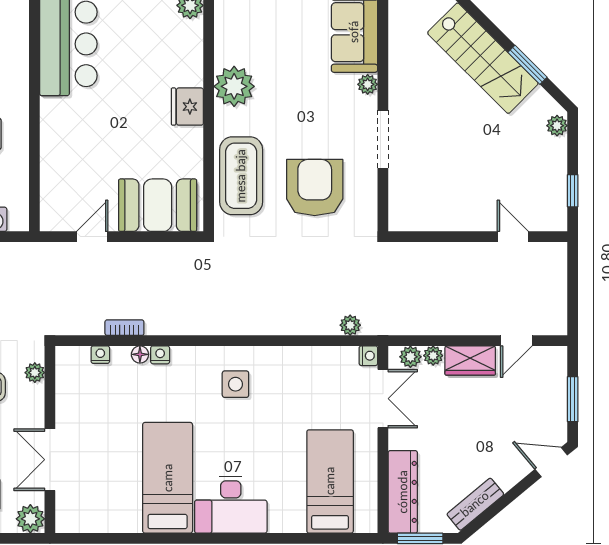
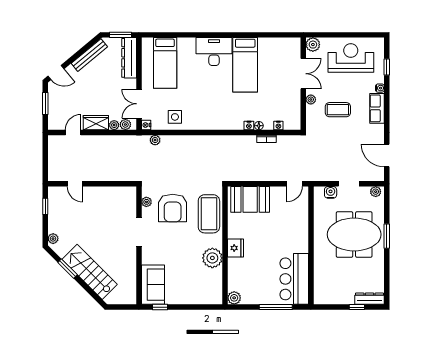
plant: (368, 84) -> (146, 202), moved
door: (92, 237) -> (294, 184), moved
plant: (35, 373) -> (311, 99), moved
side table: (235, 384) -> (175, 117), moved
bench: (475, 504) -> (89, 55), width x1.36

